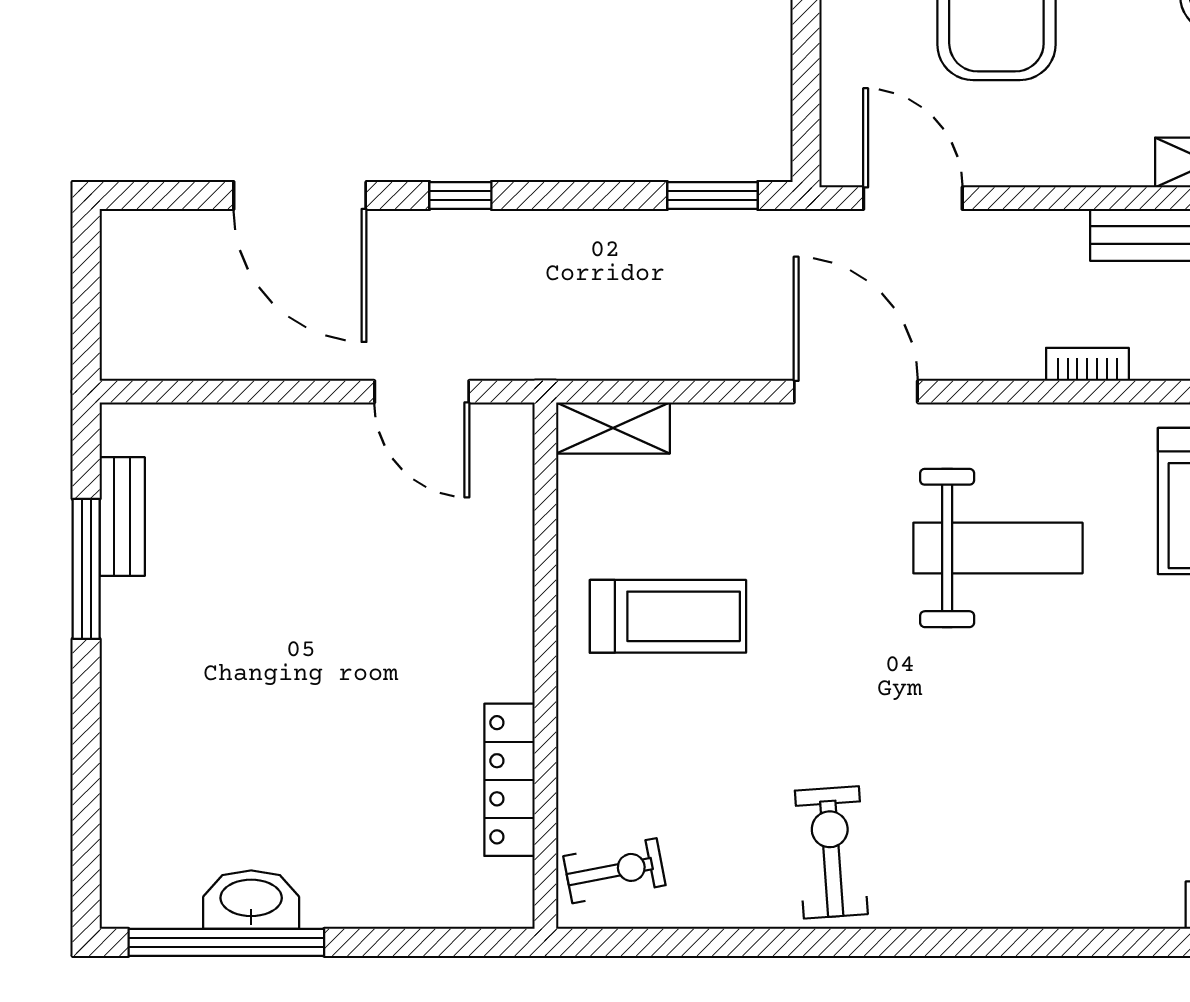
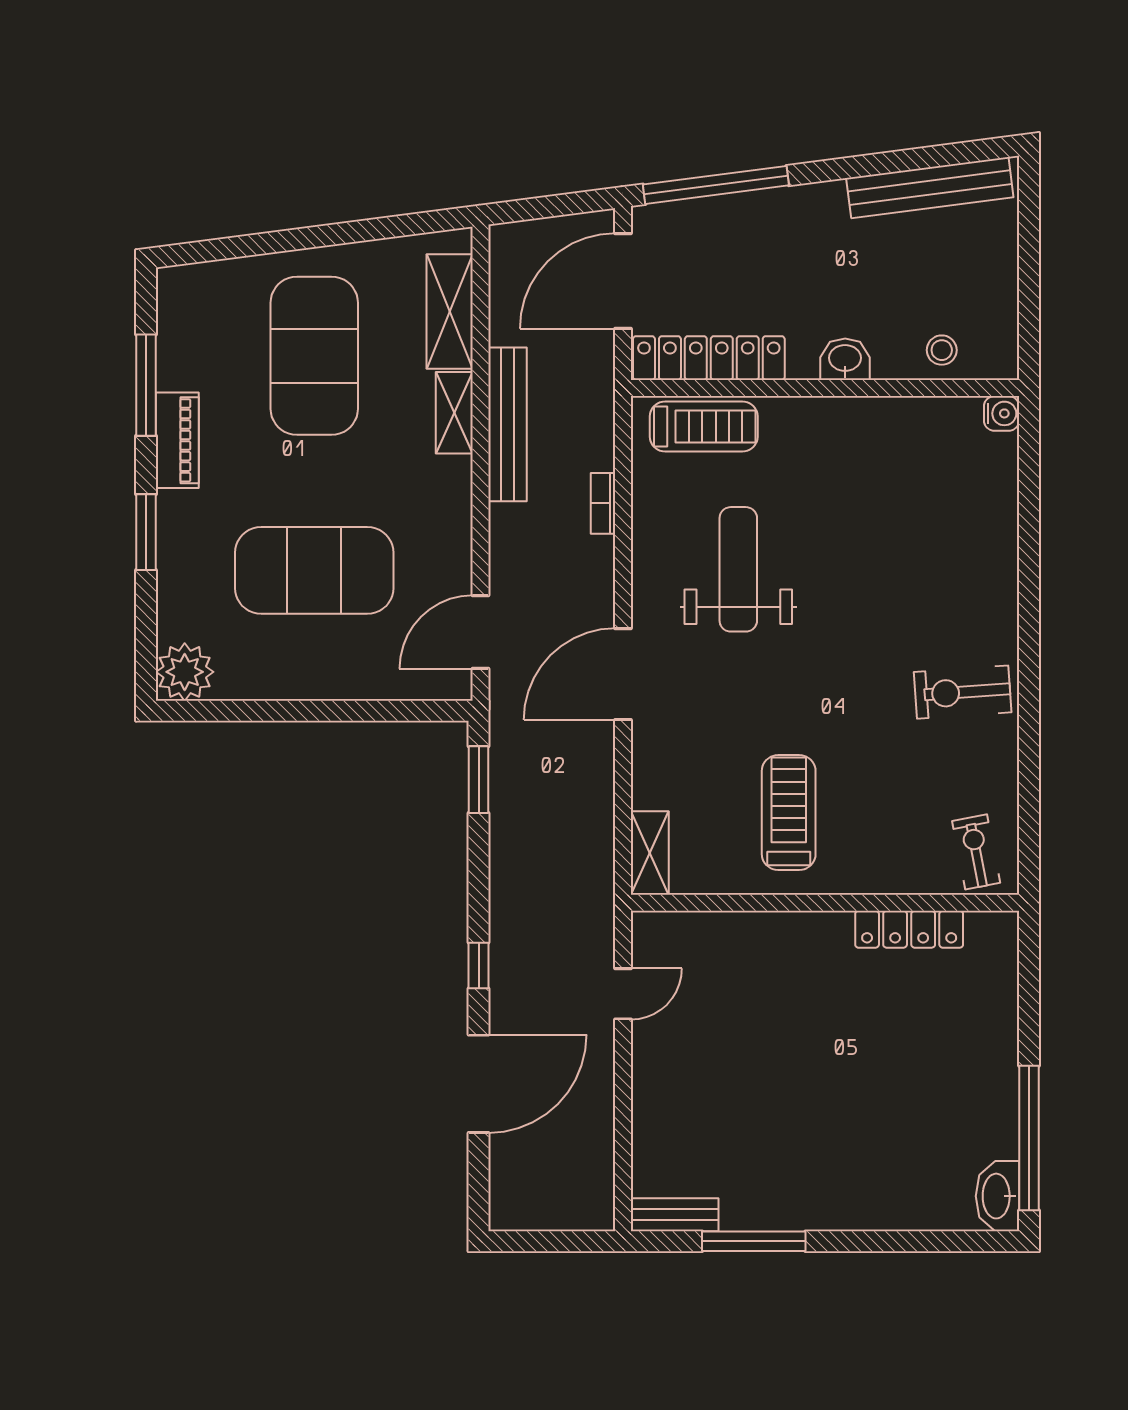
door: (422, 392) -> (623, 994), width x0.73
bench: (122, 517) -> (675, 1215), moved
washbasin: (251, 900) -> (997, 1196), moved

